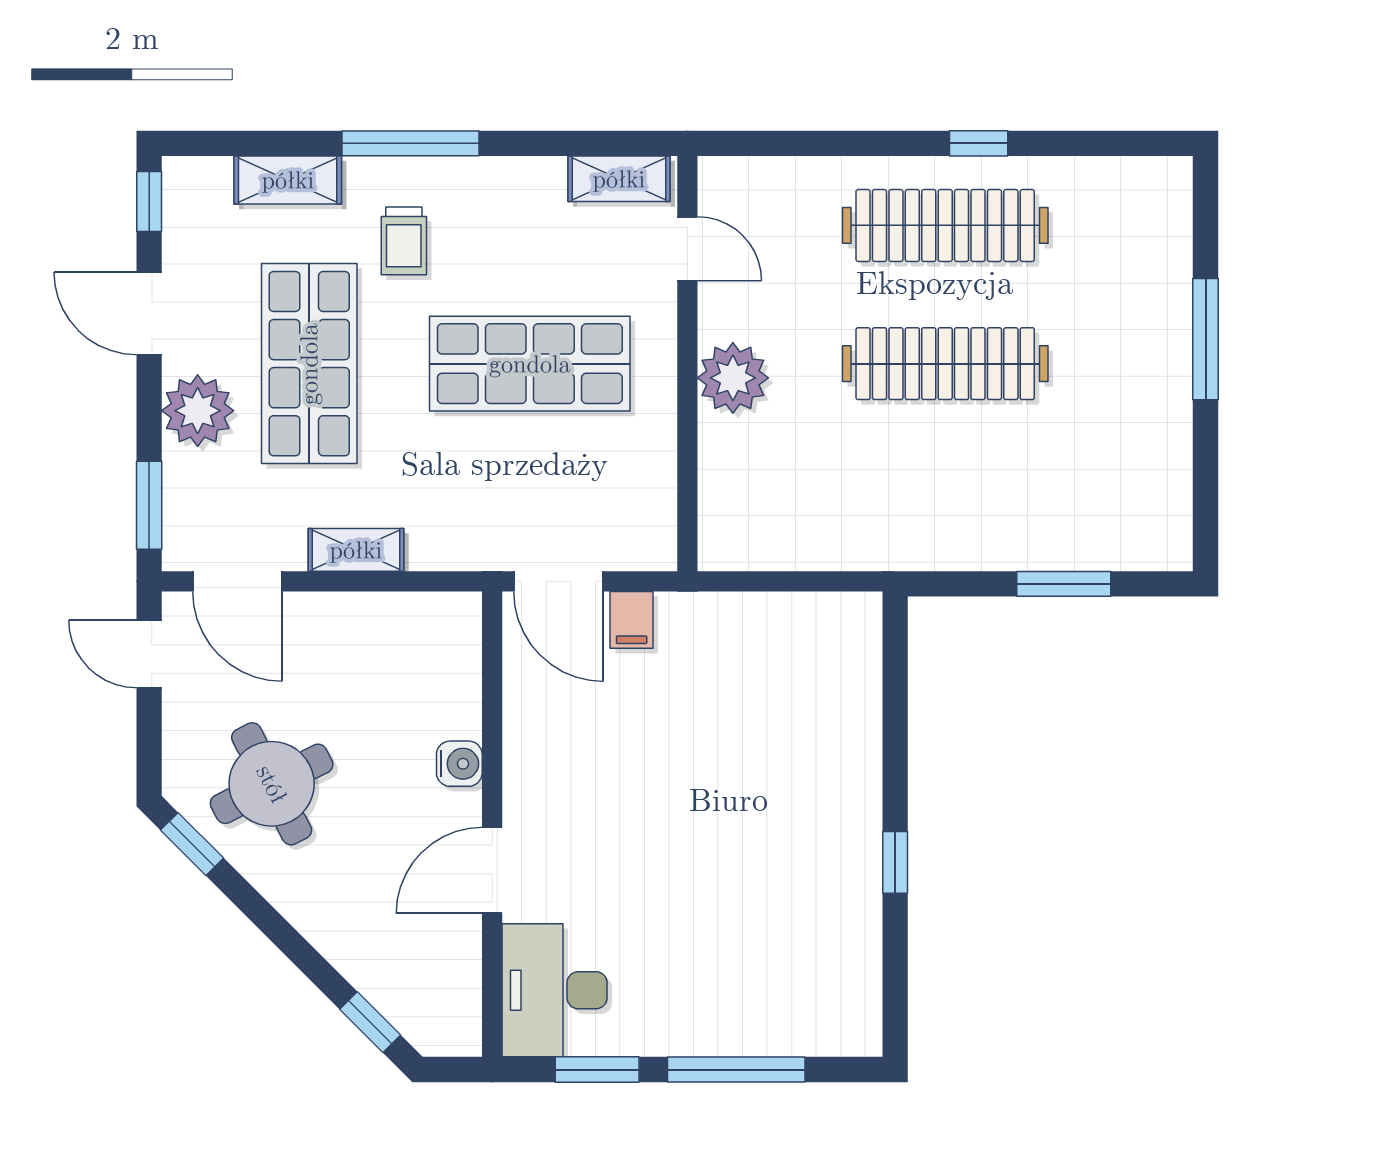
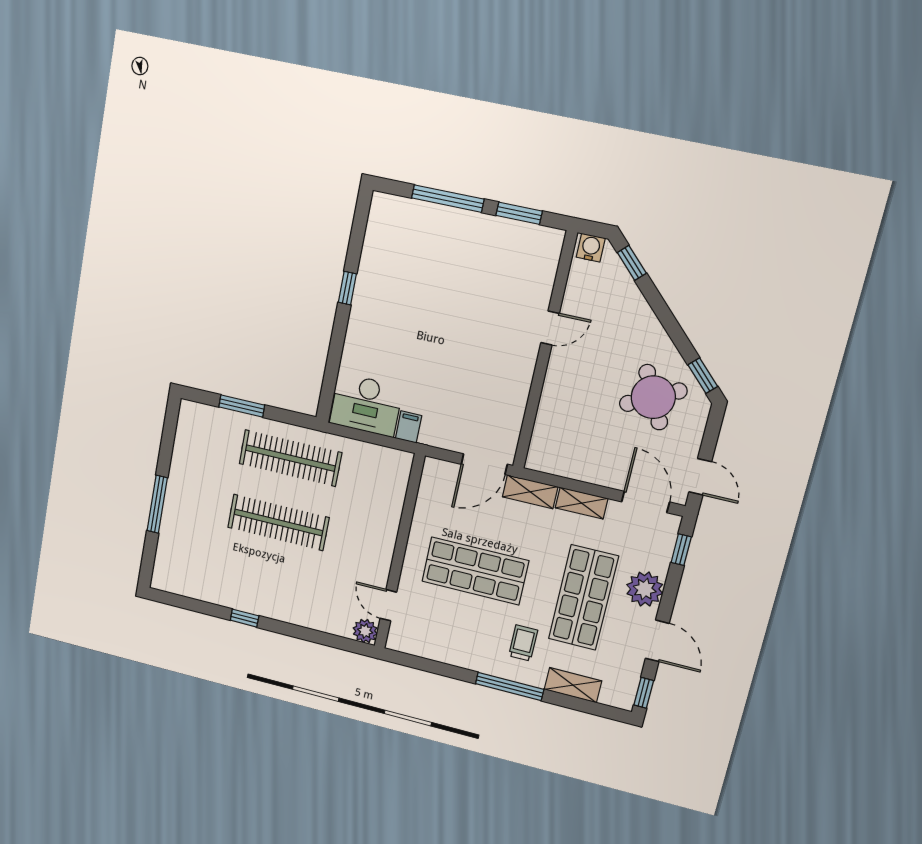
shelving: (619, 179) -> (530, 492), moved
clothes rail: (945, 225) -> (290, 458), moved
plant: (733, 378) -> (365, 631), moved, width x0.73, depth x0.73
window: (149, 505) -> (681, 550), width x0.67
door: (559, 581) -> (484, 464), swing flipped
filing cabinet: (632, 620) -> (409, 427), moved
water cooler: (459, 764) -> (591, 248), moved, turned 90
door: (492, 870) -> (550, 328), width x0.73
desk: (555, 990) -> (366, 405), moved, turned 90

